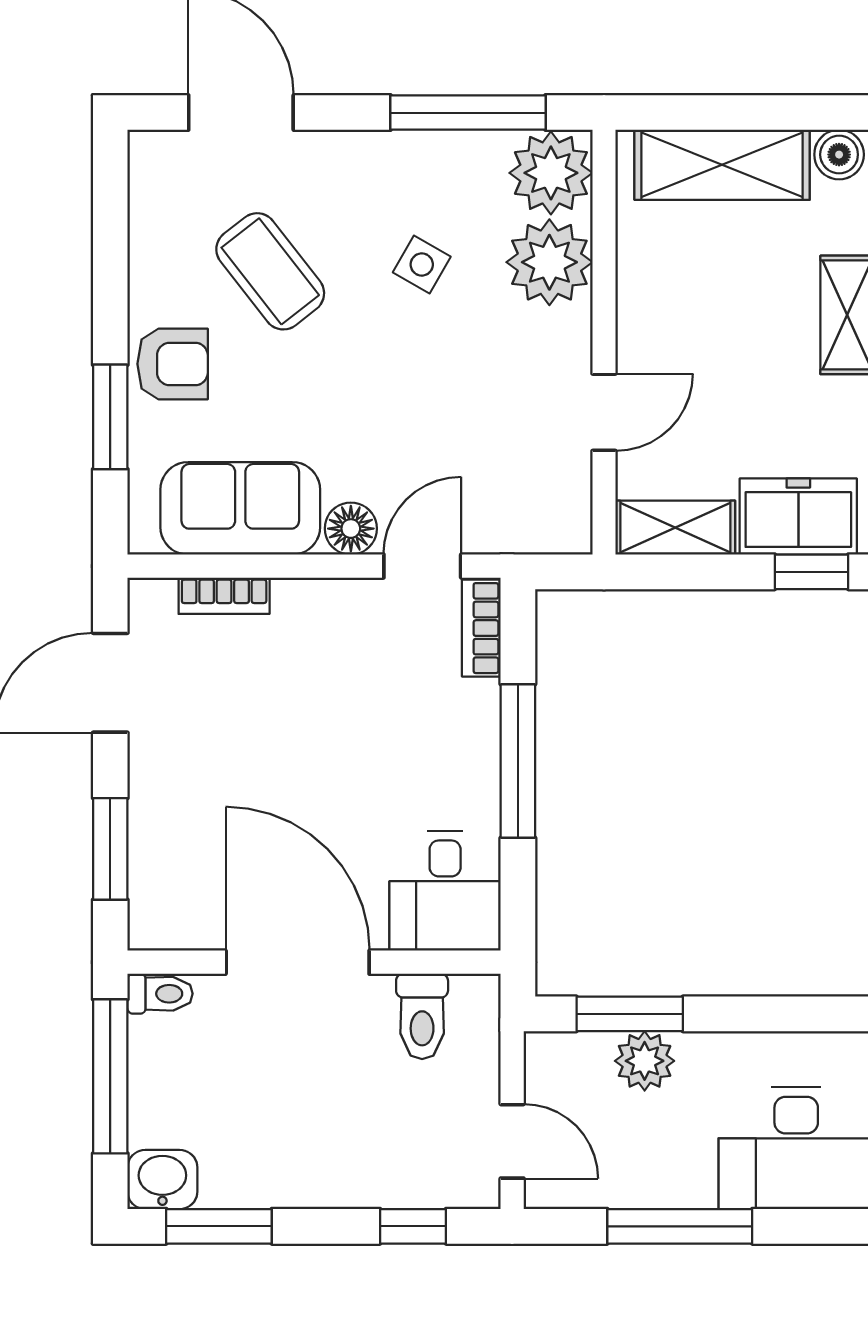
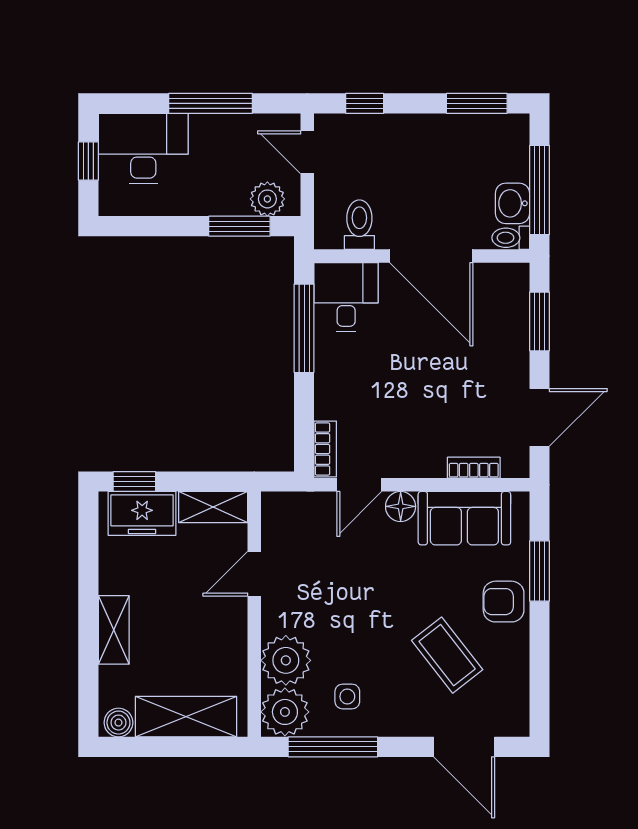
side table: (422, 264) -> (347, 696), moved, turned -30
window: (518, 761) -> (304, 328), moved
plant: (645, 1061) -> (267, 199), moved
washbasin: (162, 1180) -> (512, 203), moved, turned 90

